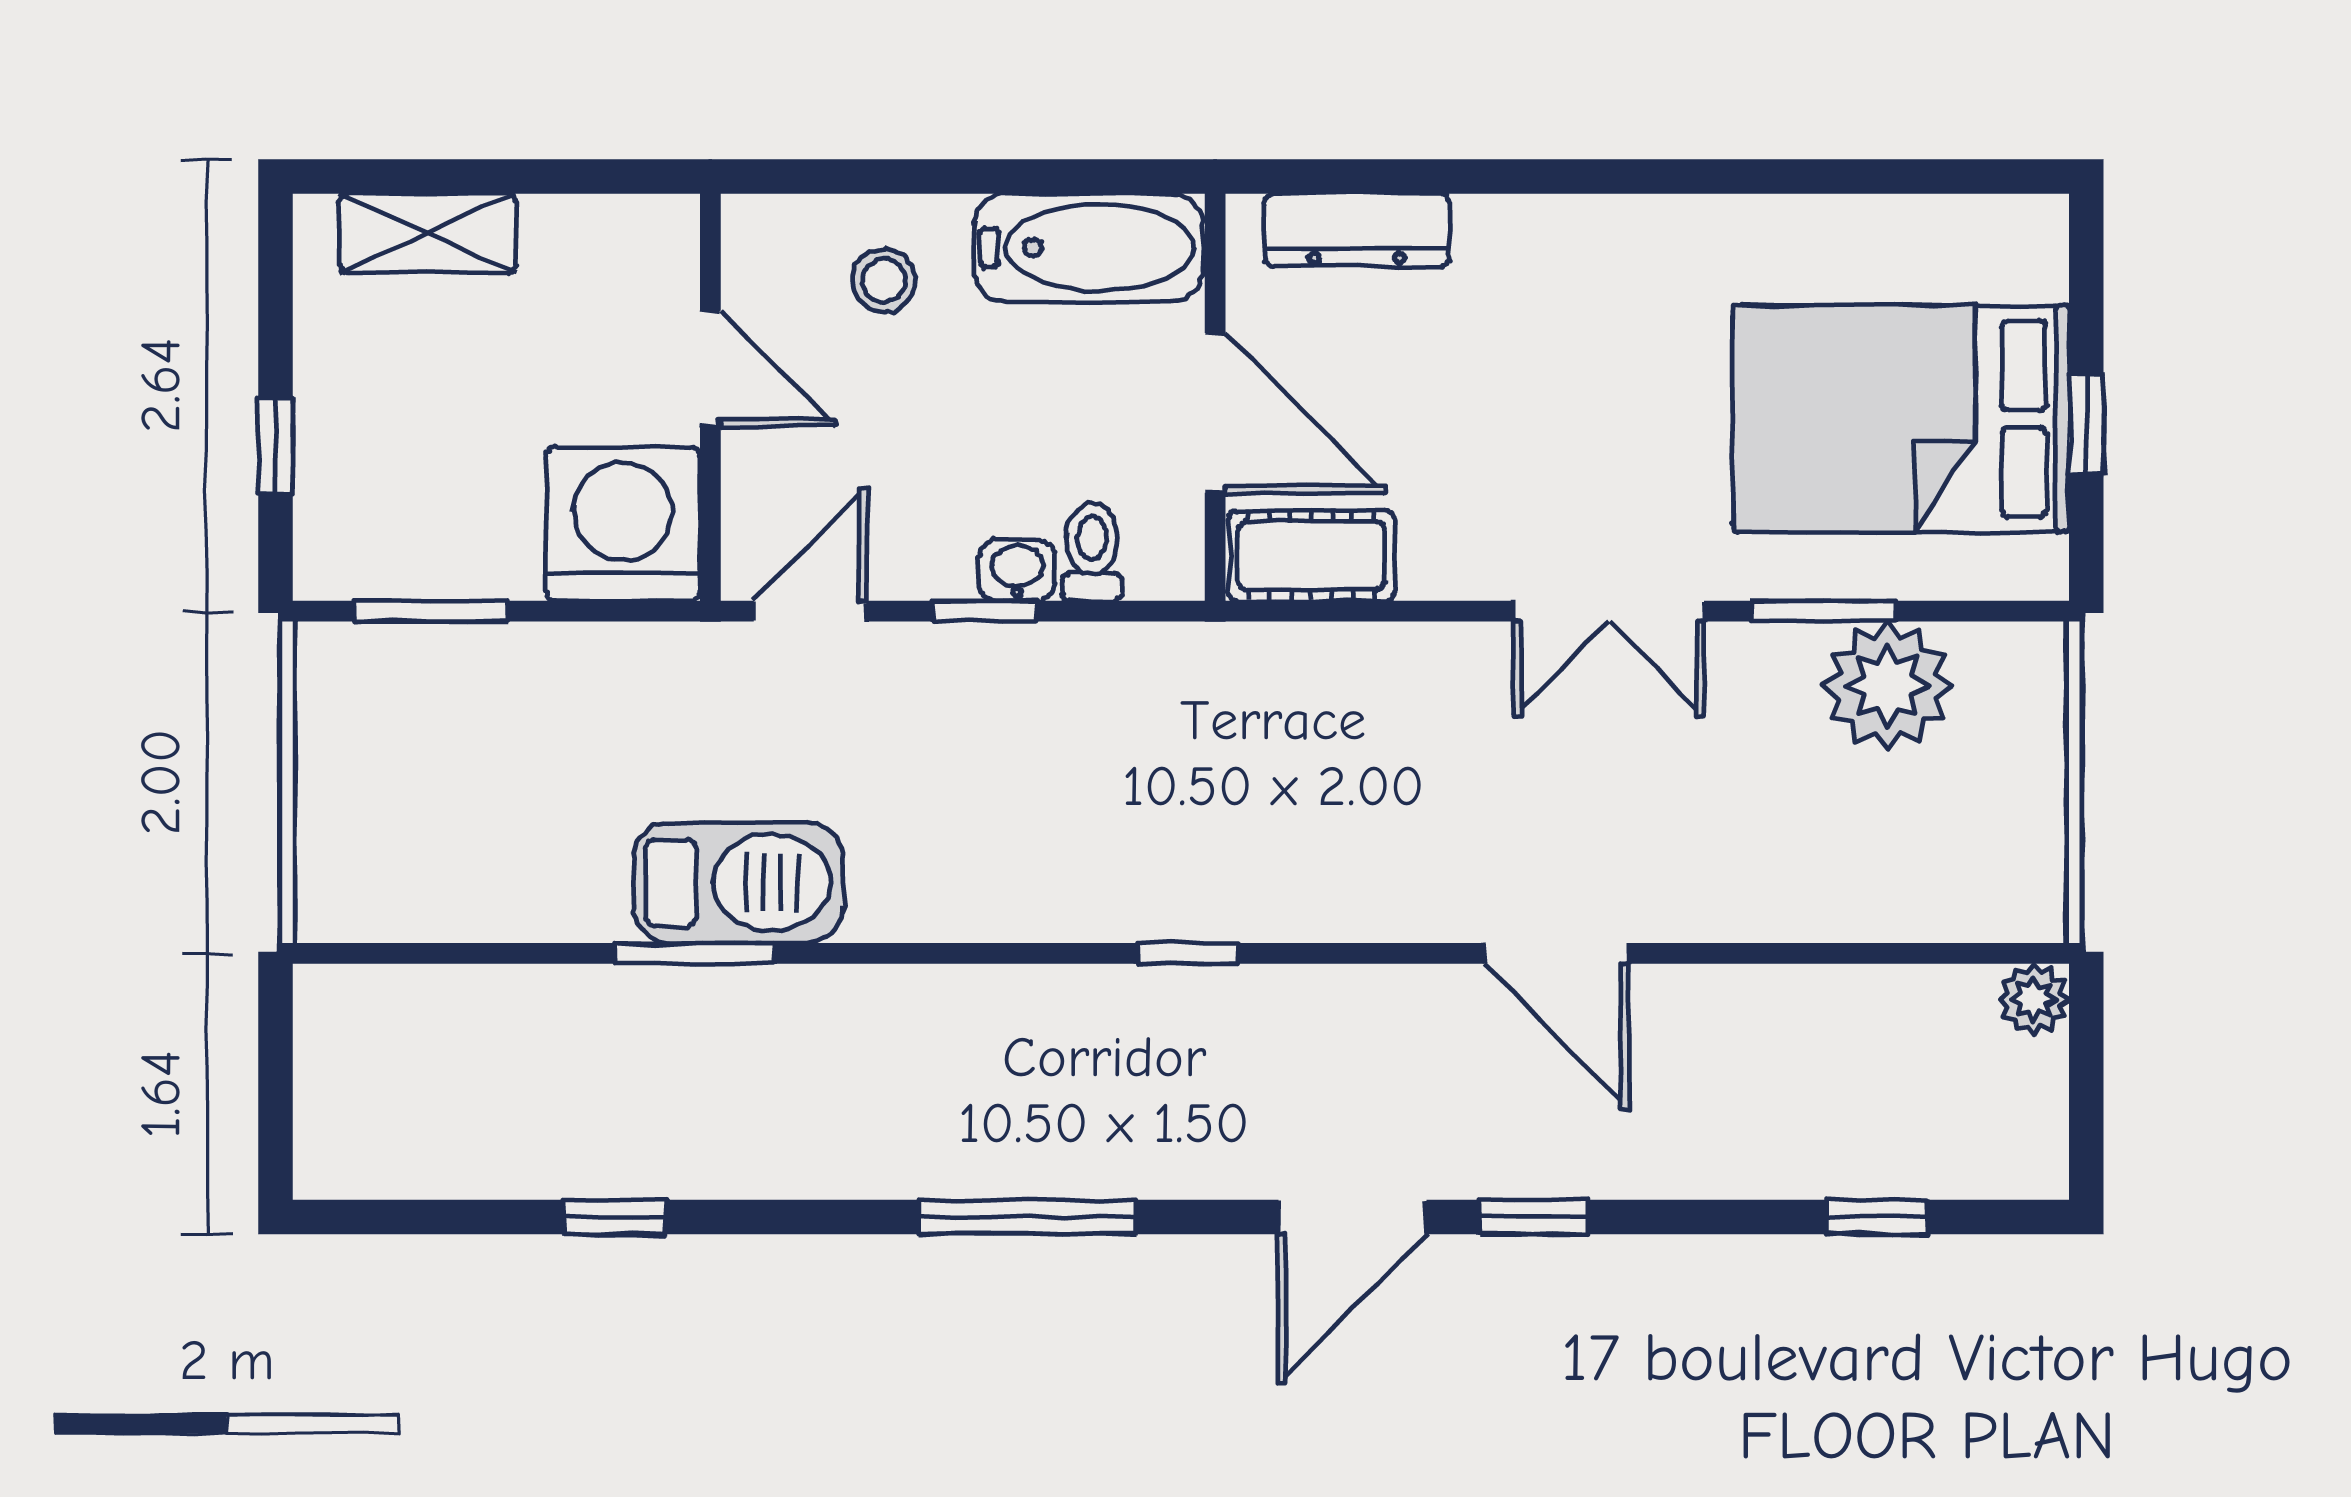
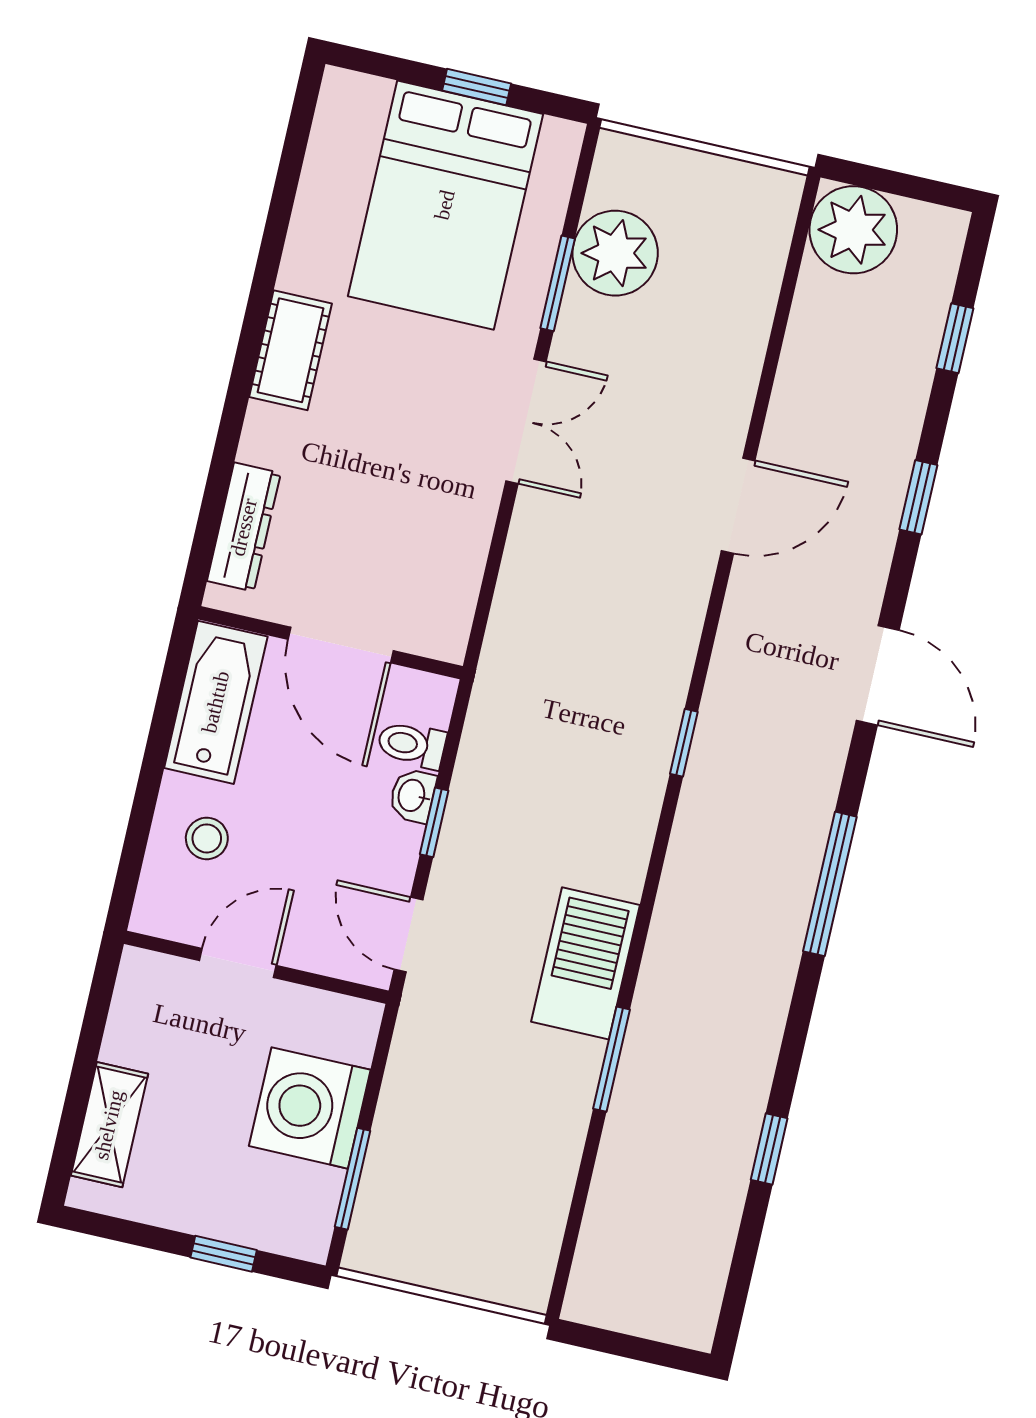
door: (1215, 413) -> (341, 645), swing flipped
washing machine: (623, 524) -> (310, 1108), moved
cot: (1311, 556) -> (290, 350), moved
barbecue: (738, 883) -> (586, 963), moved
plant: (2034, 999) -> (853, 230), width x1.88, depth x1.88
window: (1534, 1217) -> (918, 497), moved

